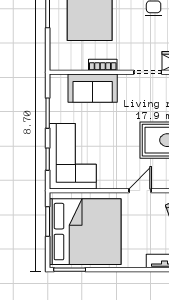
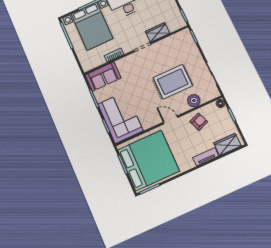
sofa: (93, 88) -> (103, 76), moved
door: (140, 191) -> (170, 120), hinge flipped

